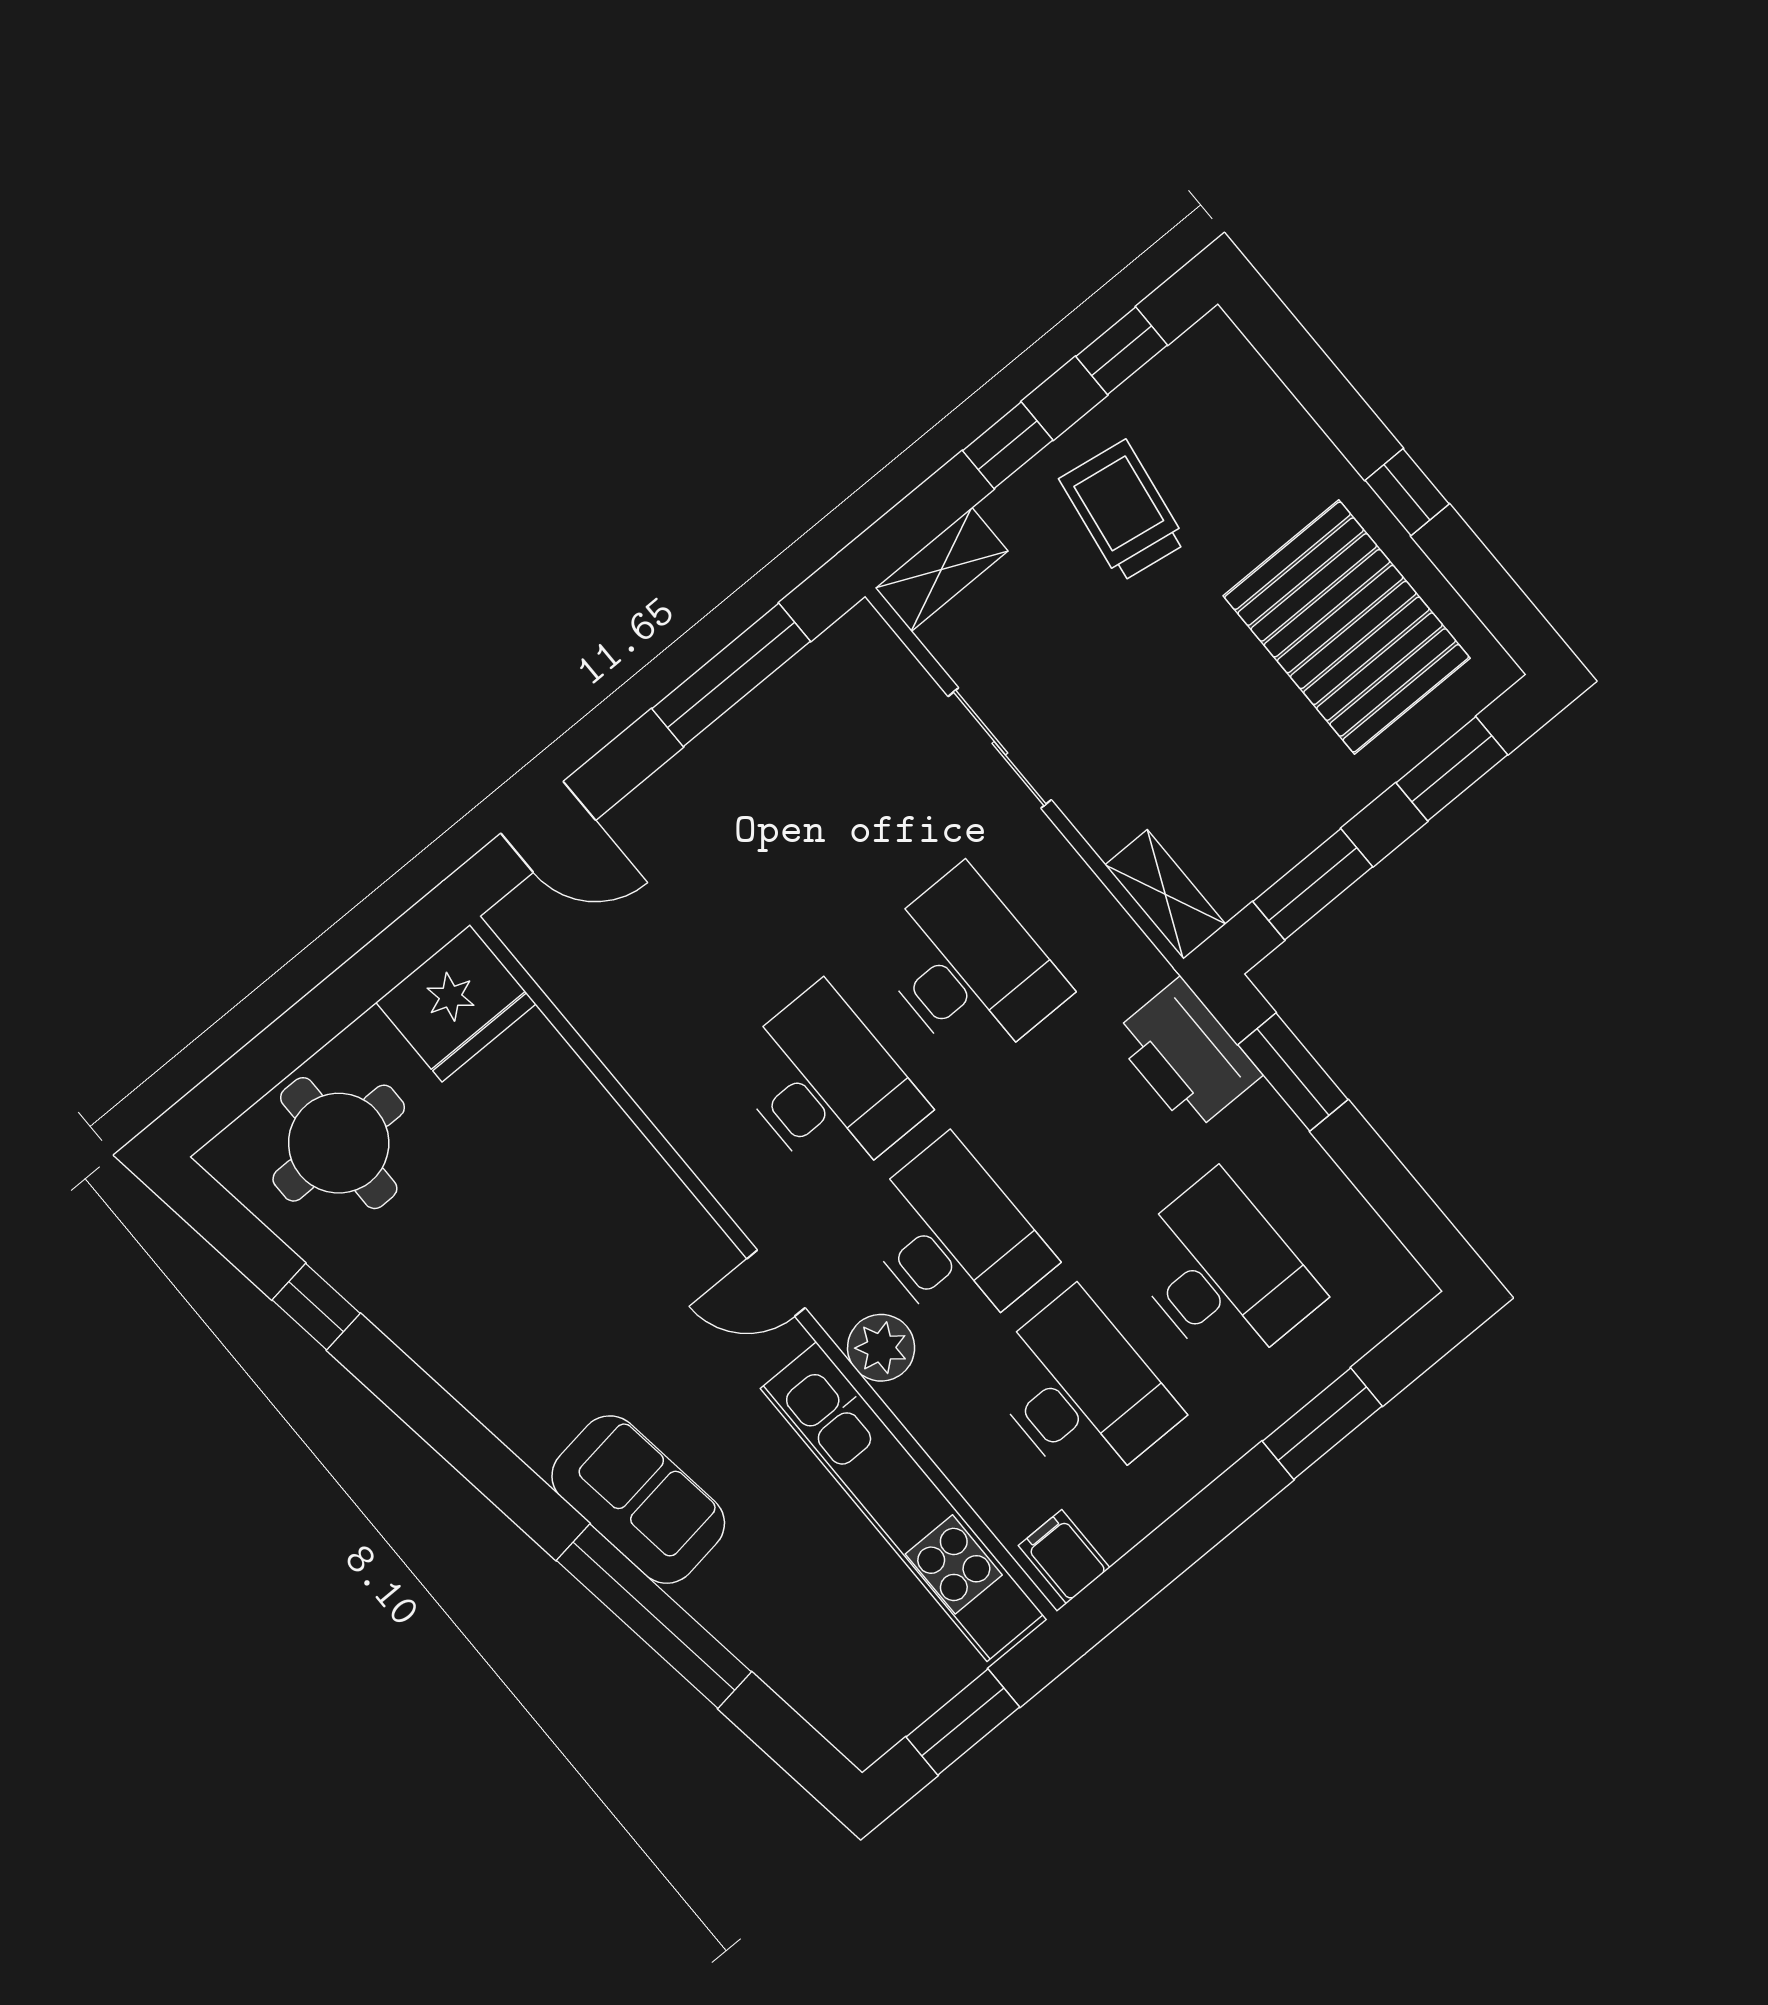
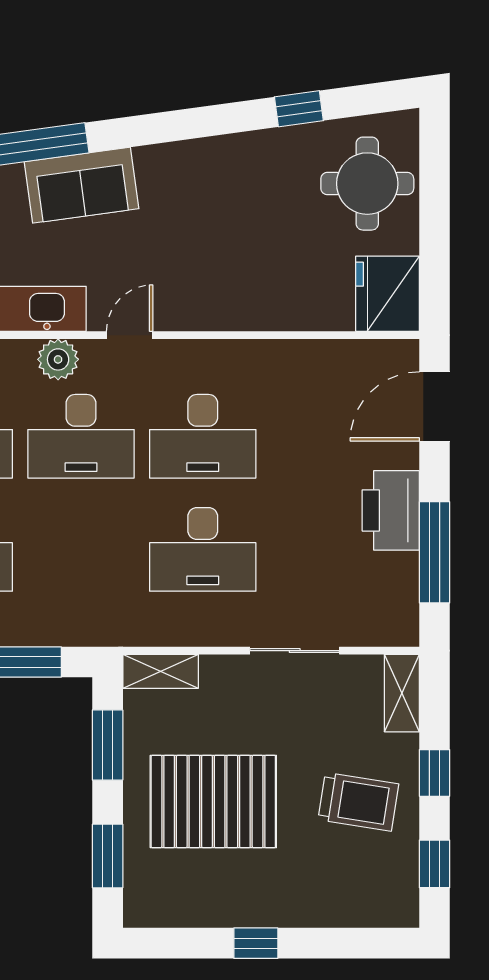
pallet: (1347, 627) -> (213, 802), moved
door: (548, 827) -> (435, 406), width x1.38
printer: (1186, 1055) -> (391, 510), moved, turned -90

